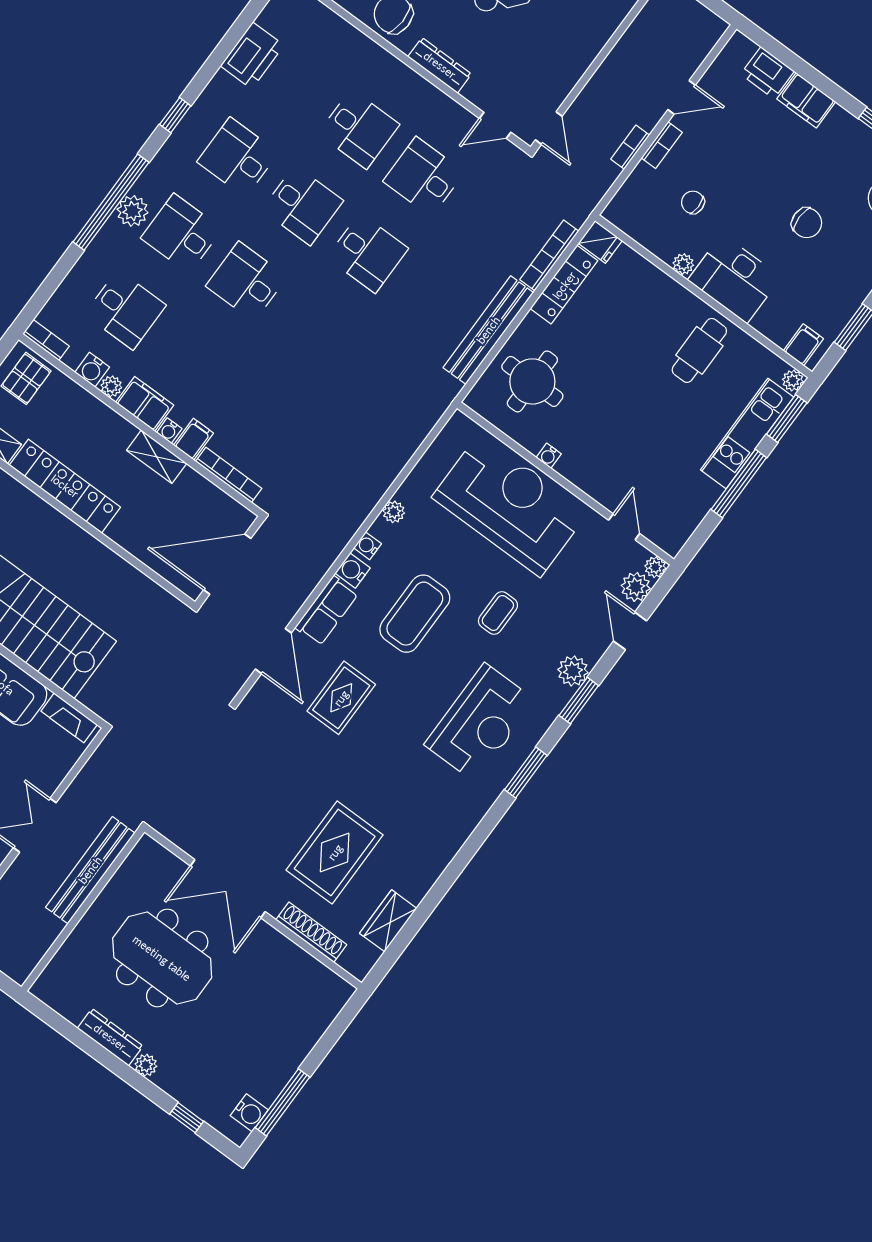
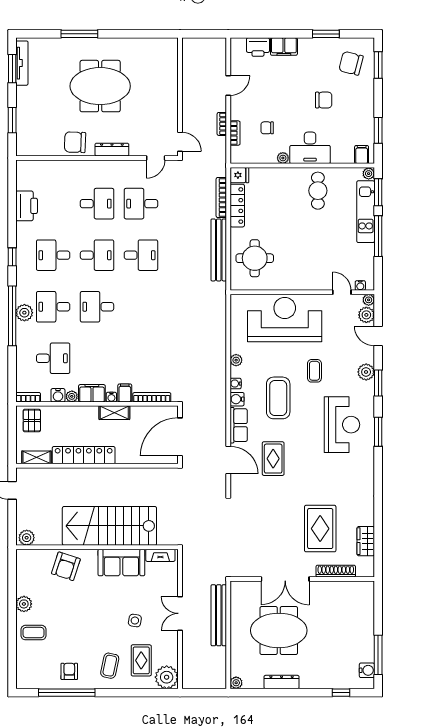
bookcase: (662, 145) -> (235, 133), moved
water cooler: (549, 456) -> (360, 285), moved
plant: (146, 1065) -> (236, 683), moved

